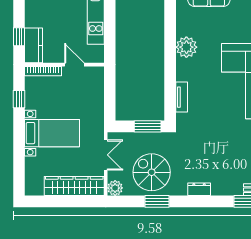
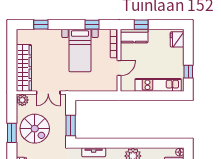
bed with nightstands: (52, 133) -> (80, 50), moved
window: (19, 164) -> (41, 25), added
spiral stairs: (152, 172) -> (35, 129), turned 90

